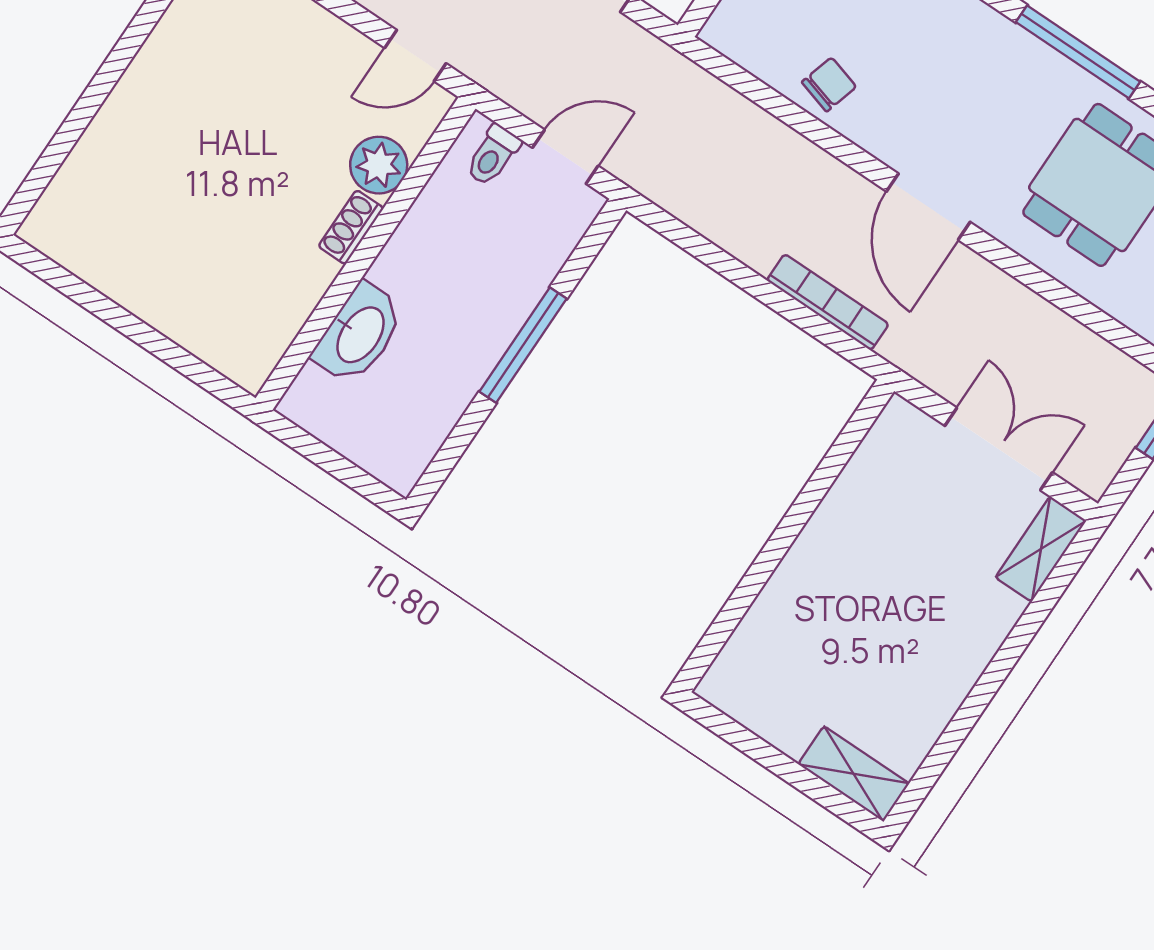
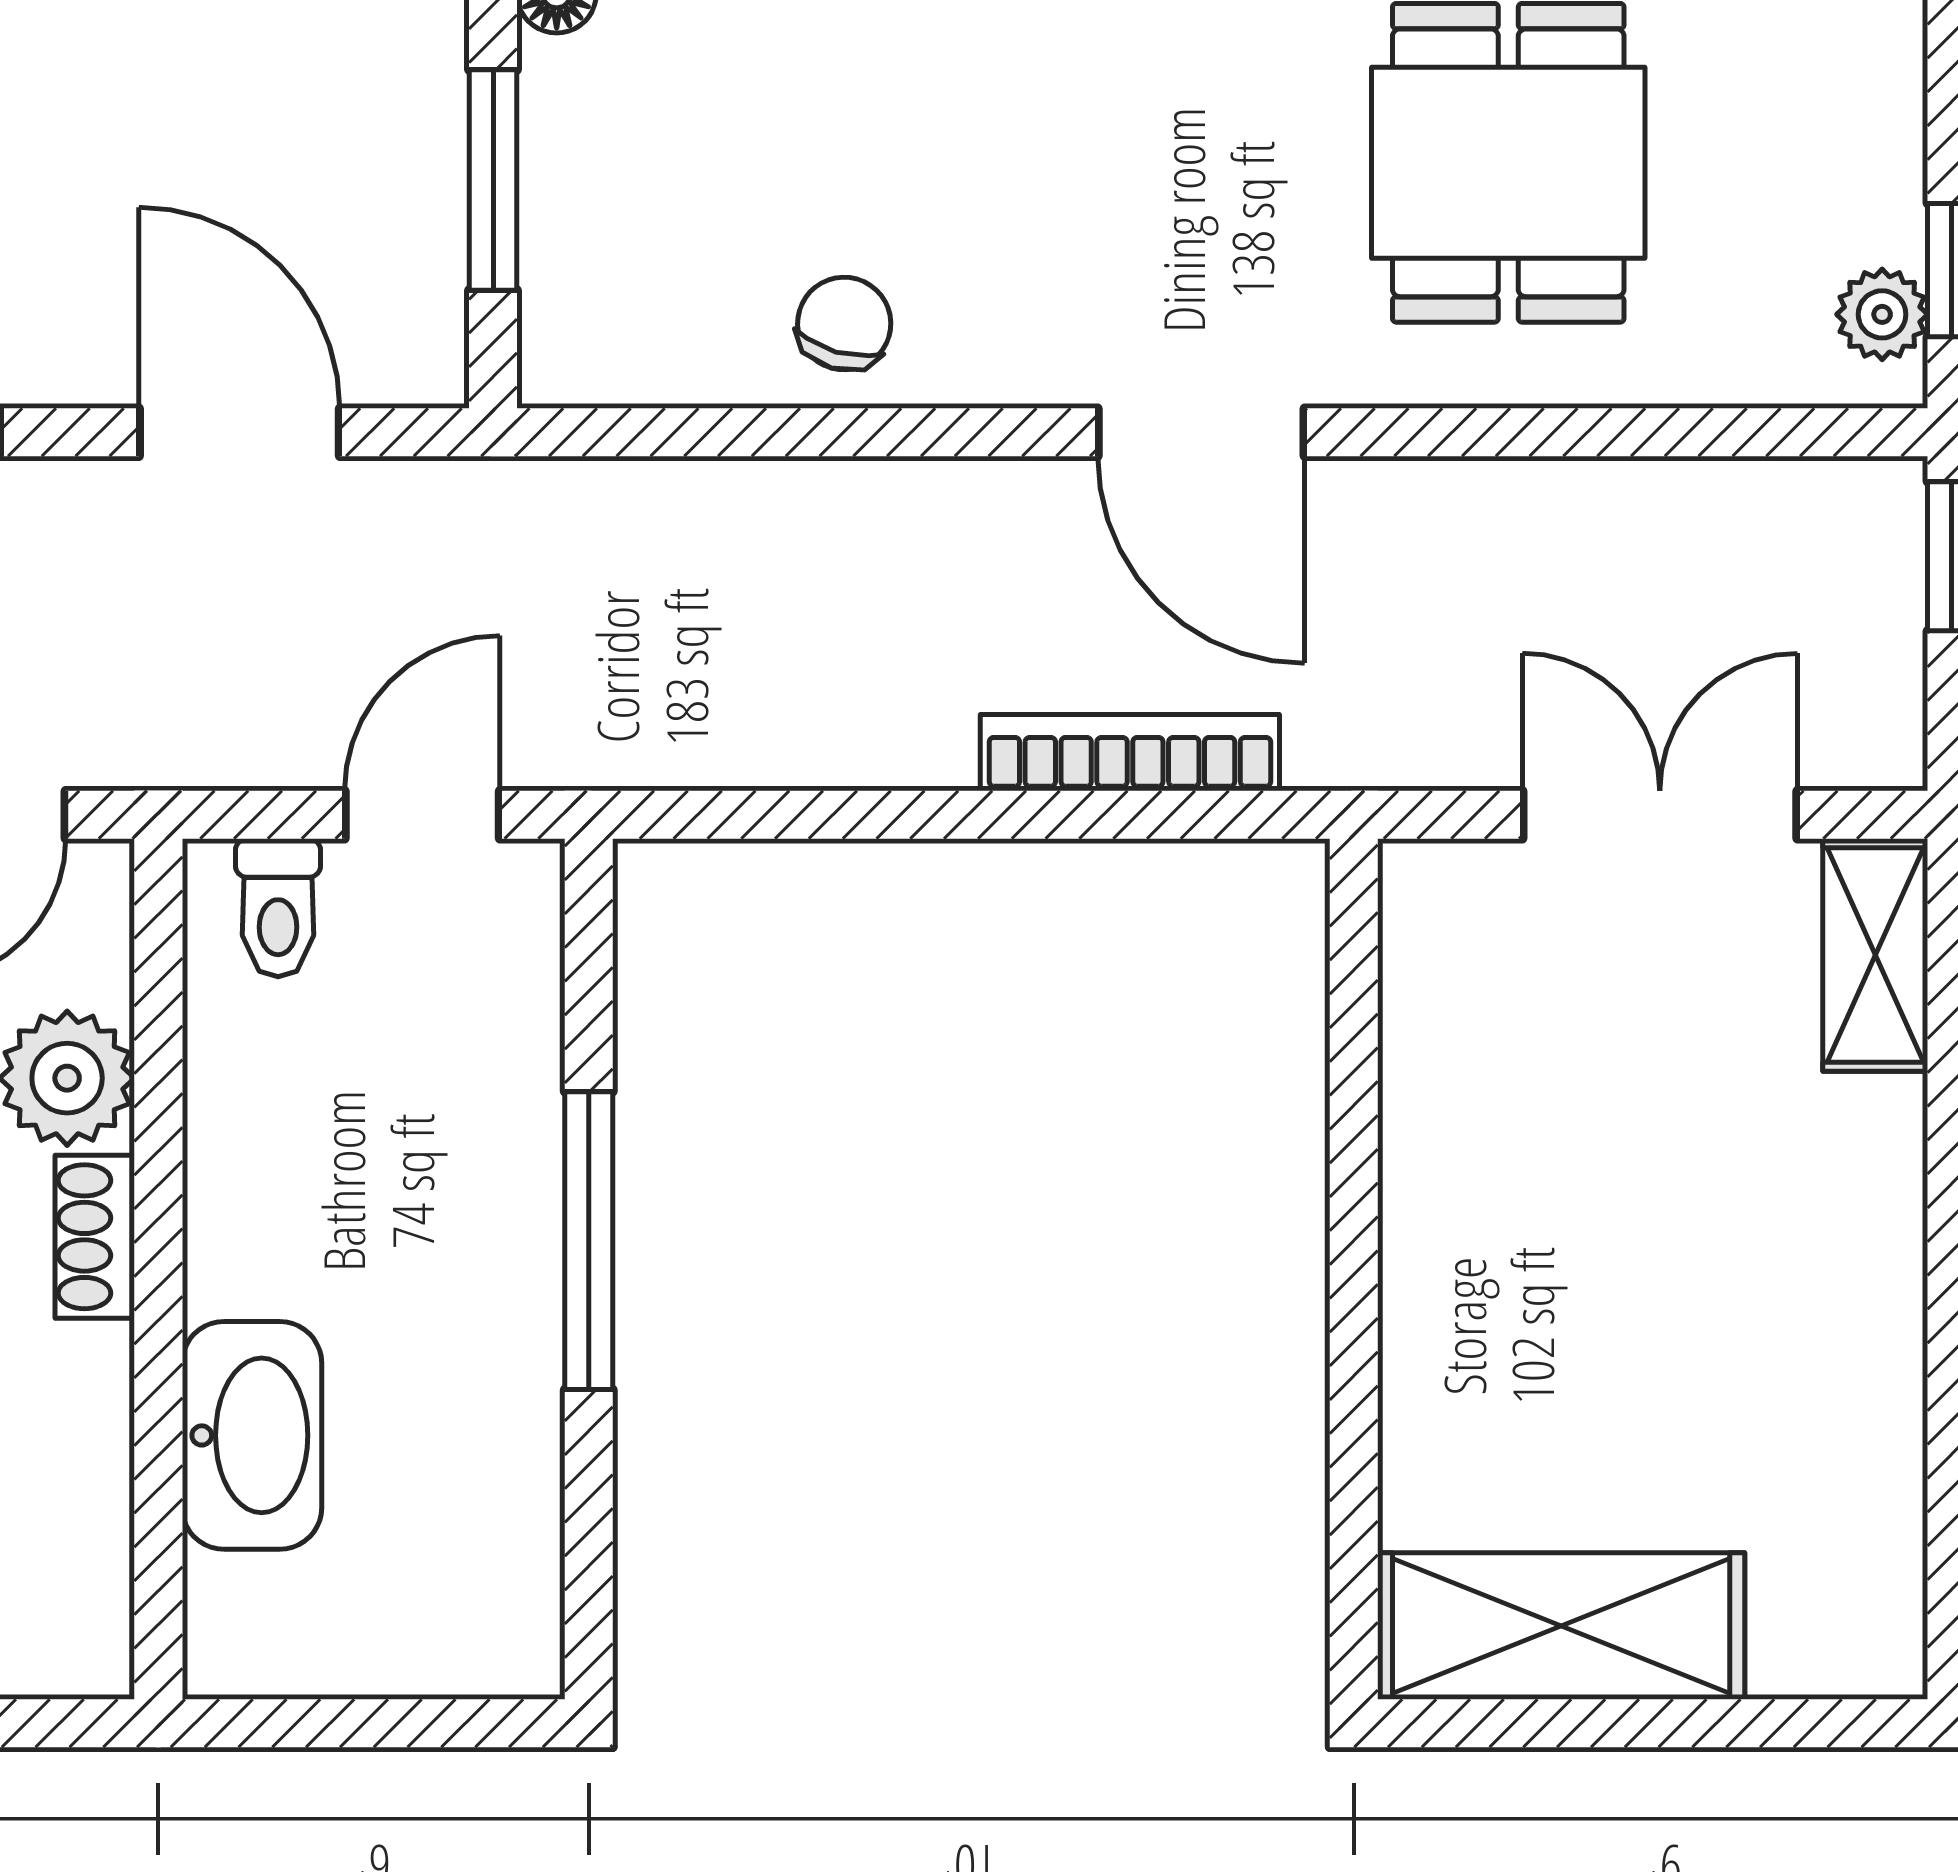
shelving: (854, 774) -> (1561, 1626), moved, width x1.50, depth x1.33

